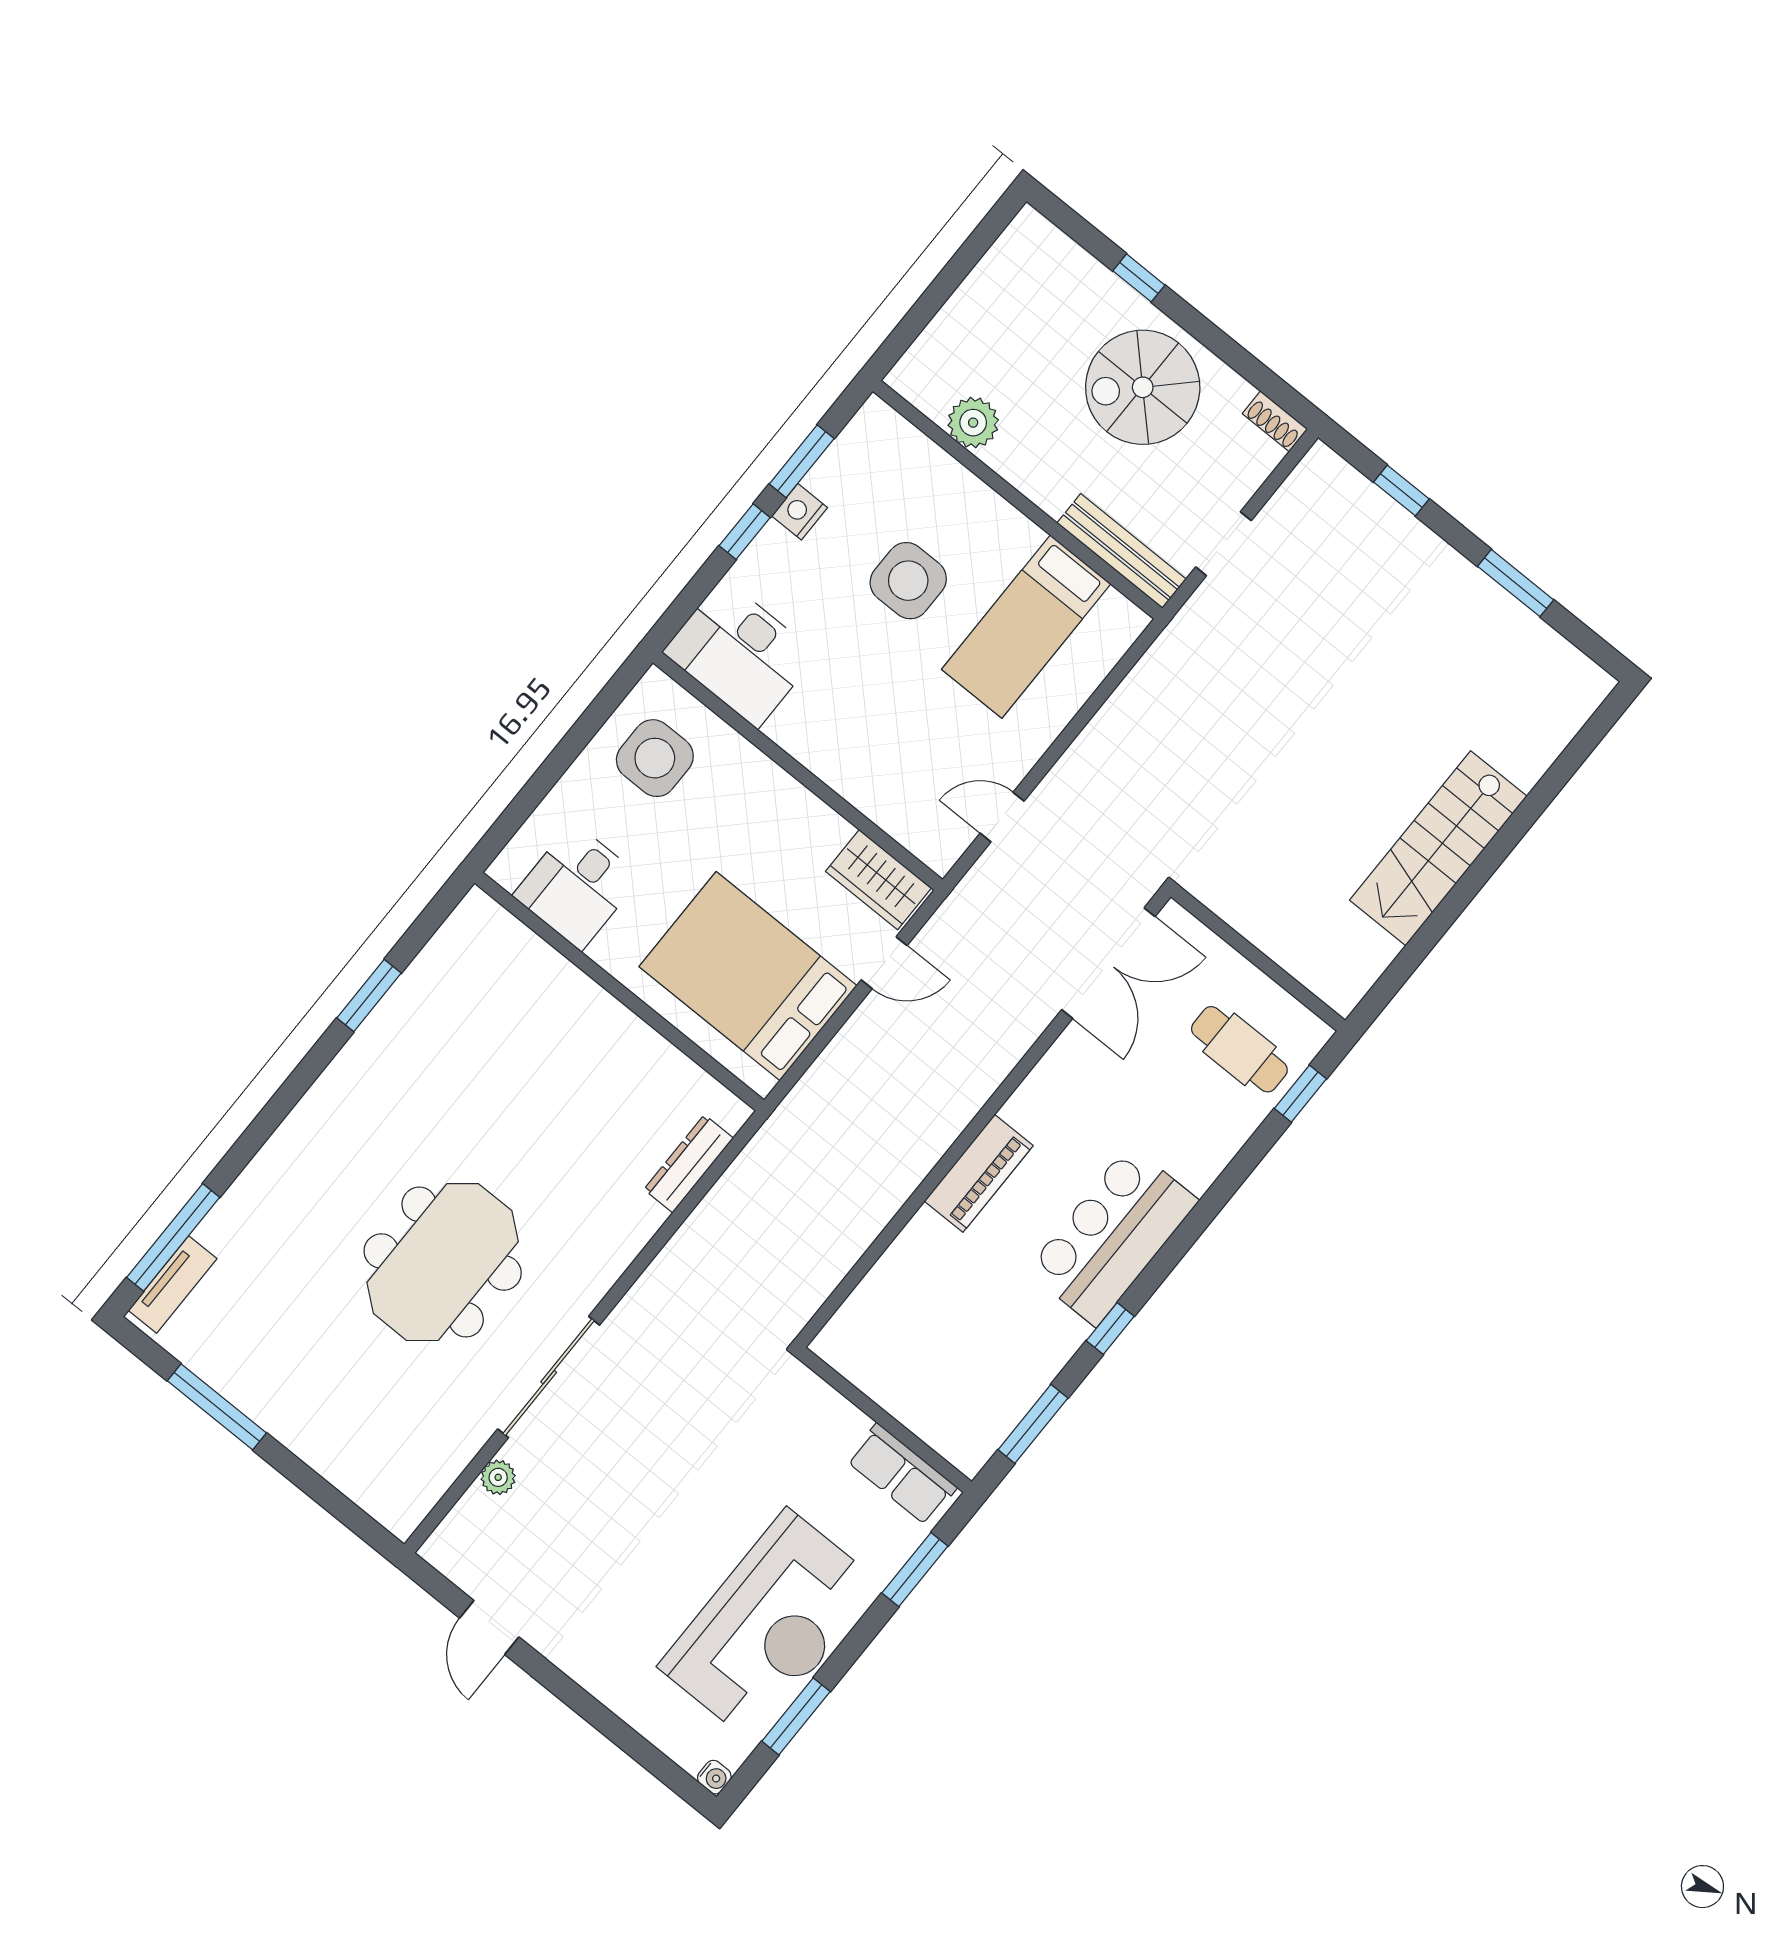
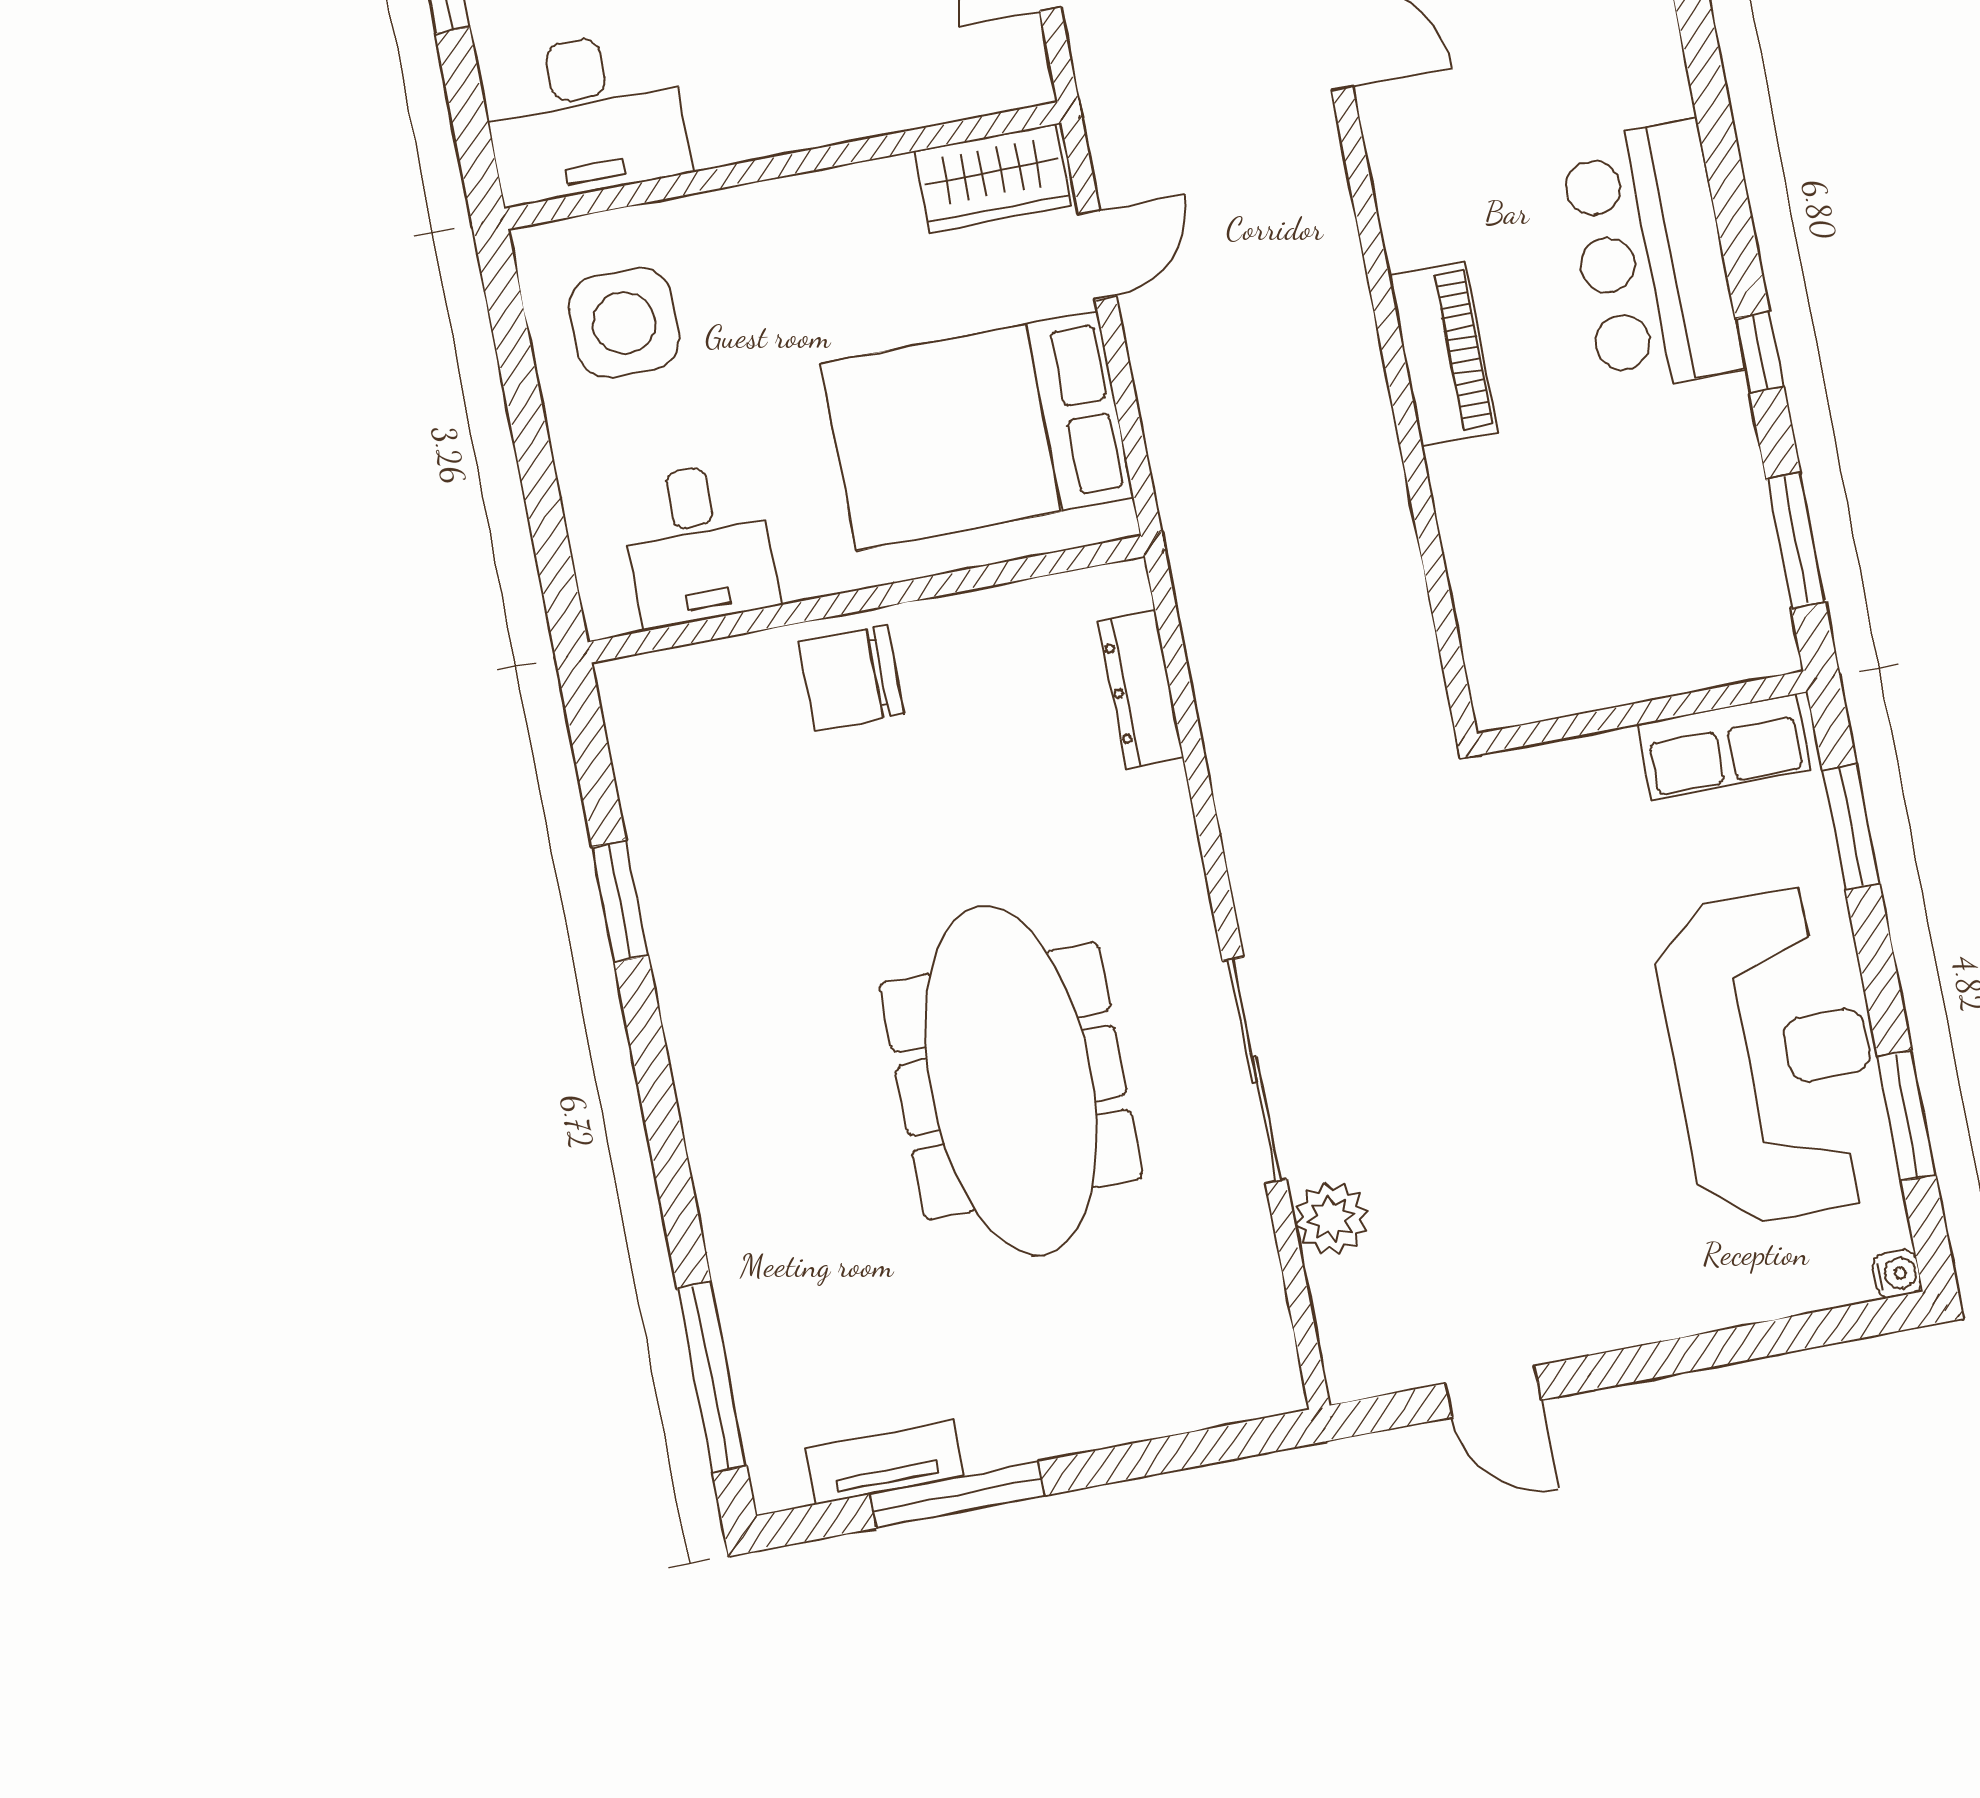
chair: (575, 1017) -> (851, 678), added
meeting table: (443, 1262) -> (1011, 1081), width x1.36
tv unit: (173, 1285) -> (885, 1462), moved, turned -90
plant: (498, 1477) -> (1331, 1219), width x1.38, depth x1.38

